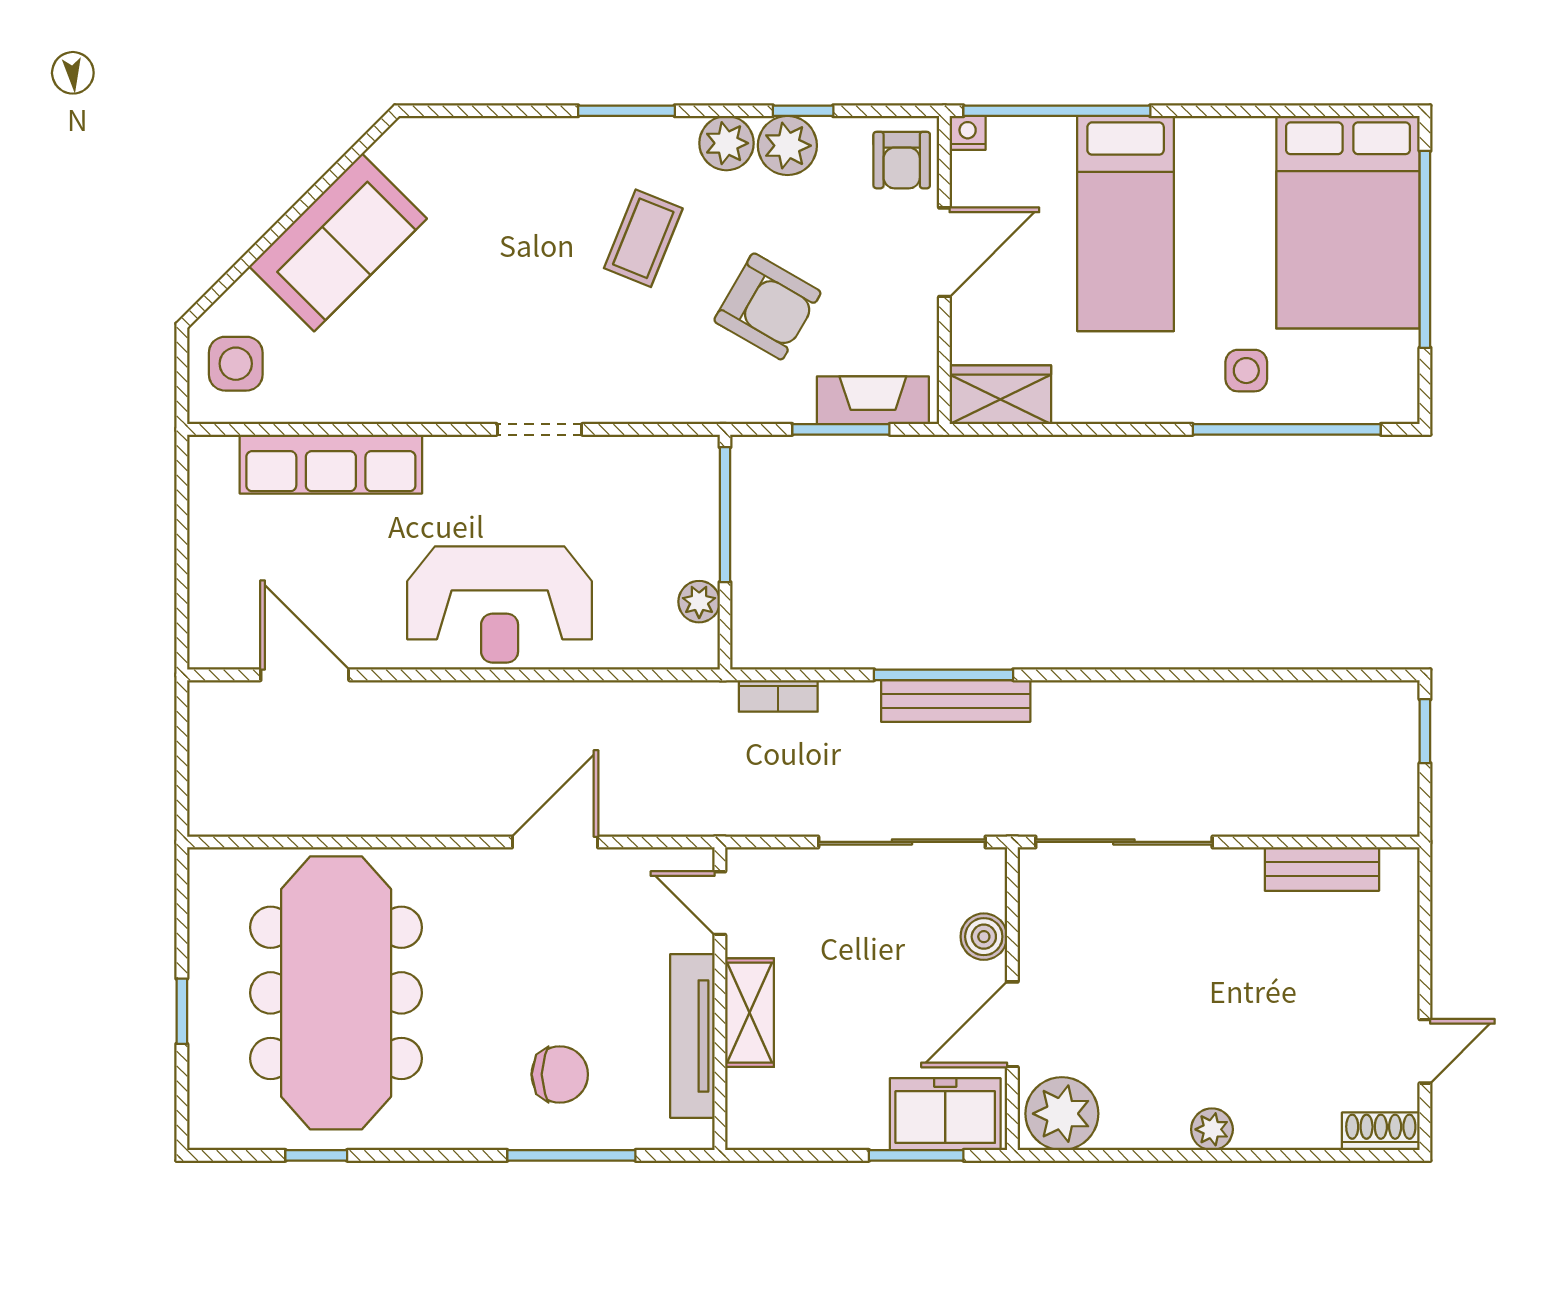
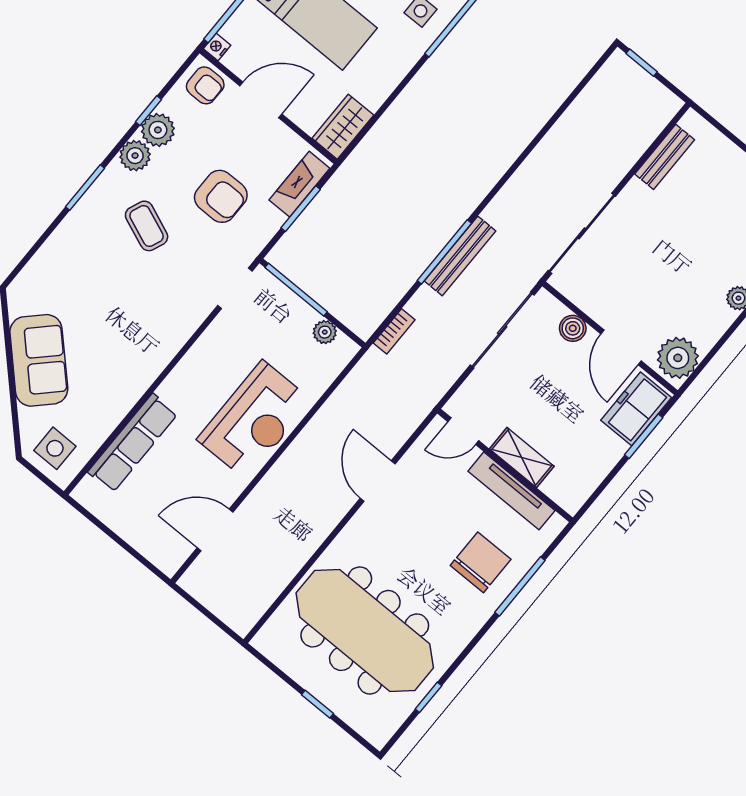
door: (944, 252) -> (261, 100), hinge flipped
armchair: (767, 306) -> (221, 196), turned 60
doorway: (539, 429) -> (235, 288), moved
chair: (560, 1074) -> (481, 562), width x1.37, depth x1.37

